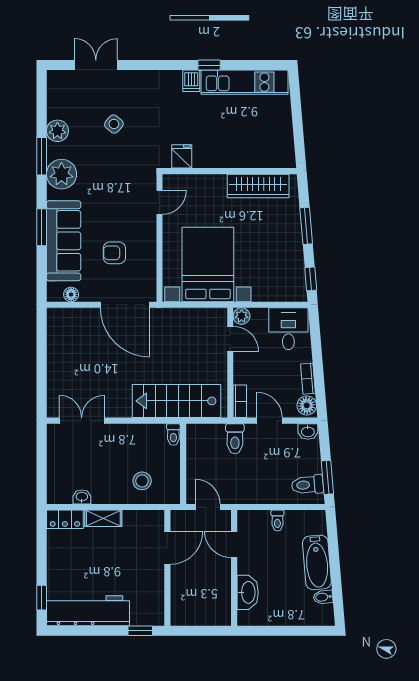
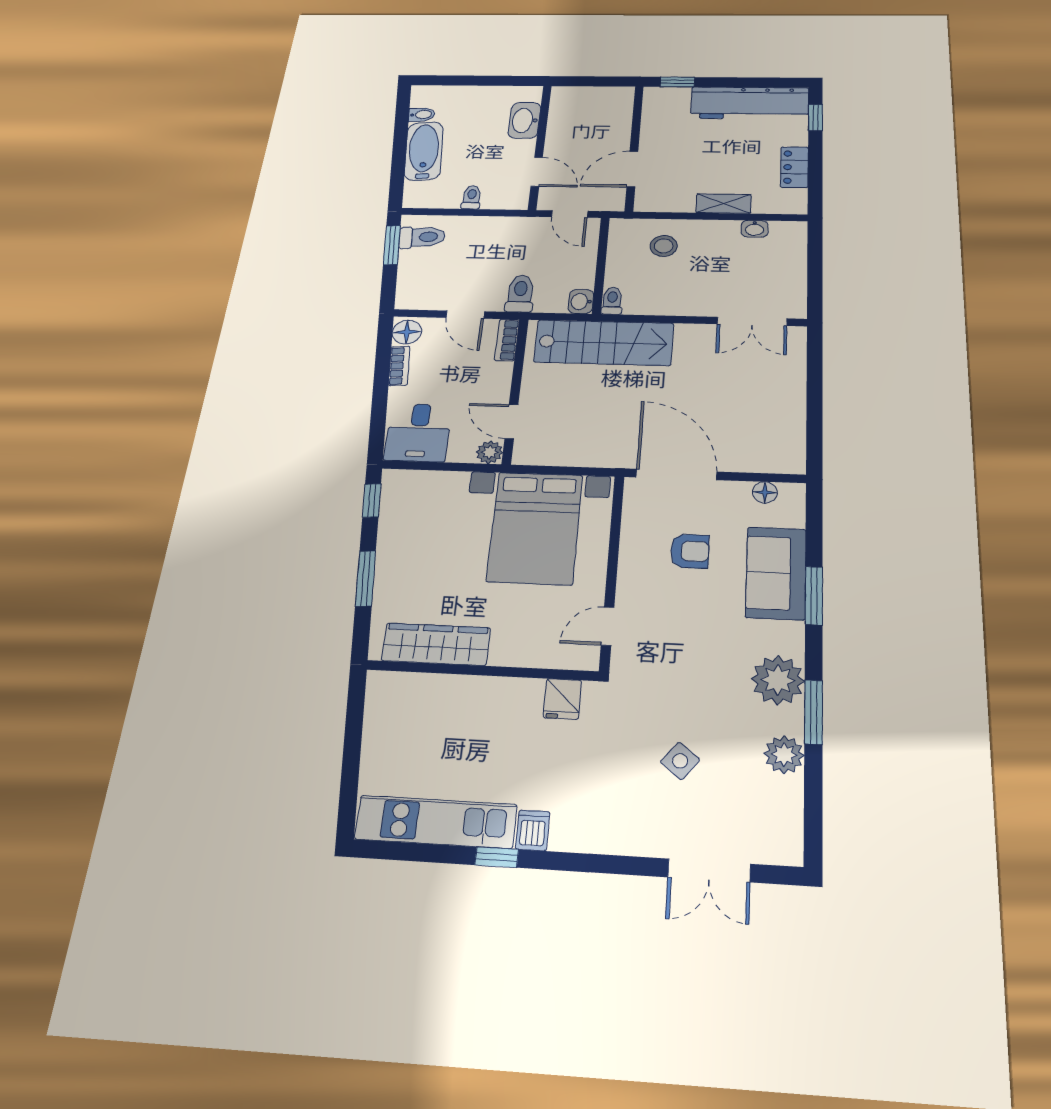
sofa: (64, 241) -> (776, 573), width x0.73
washbasin: (308, 432) -> (581, 301), moved, turned -90
locker: (65, 519) -> (794, 167), moved, turned -90

